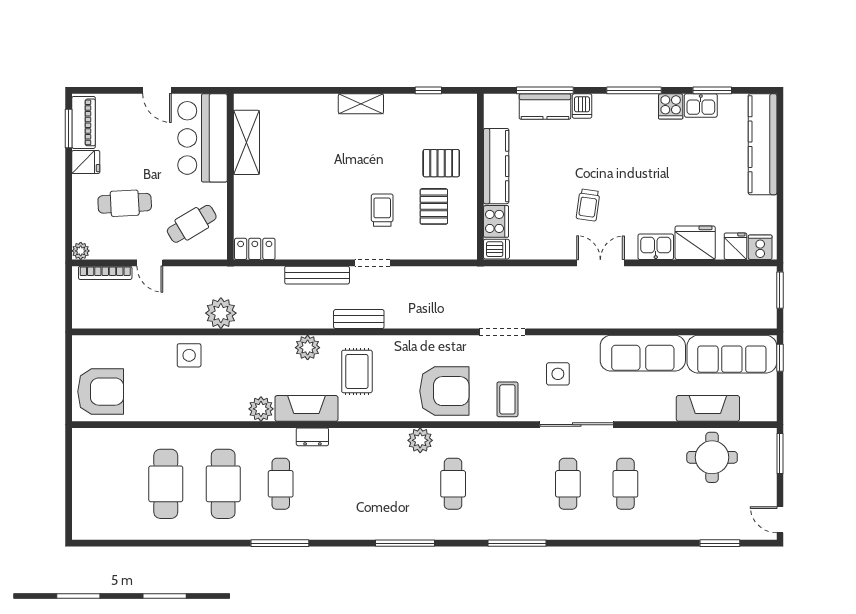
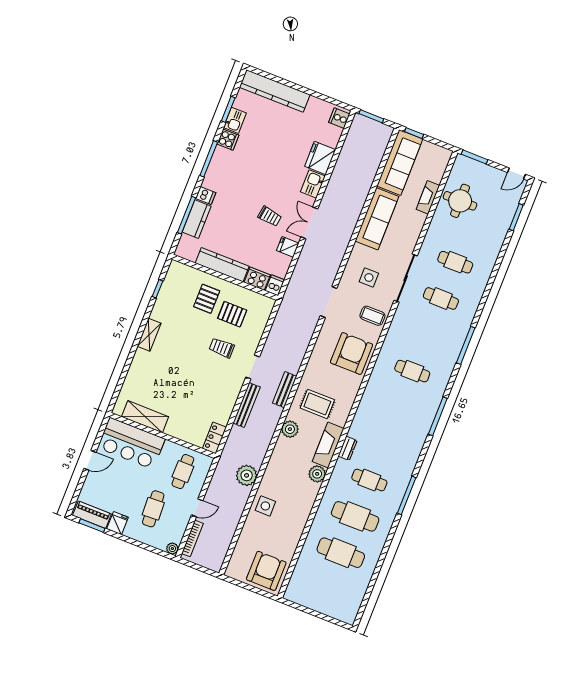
cafe table: (192, 224) -> (183, 472), turned 31
fridge: (736, 246) -> (288, 247), moved
fireplace: (708, 408) -> (428, 197), width x0.73, depth x0.76
plant: (420, 440) -> (377, 381), removed

